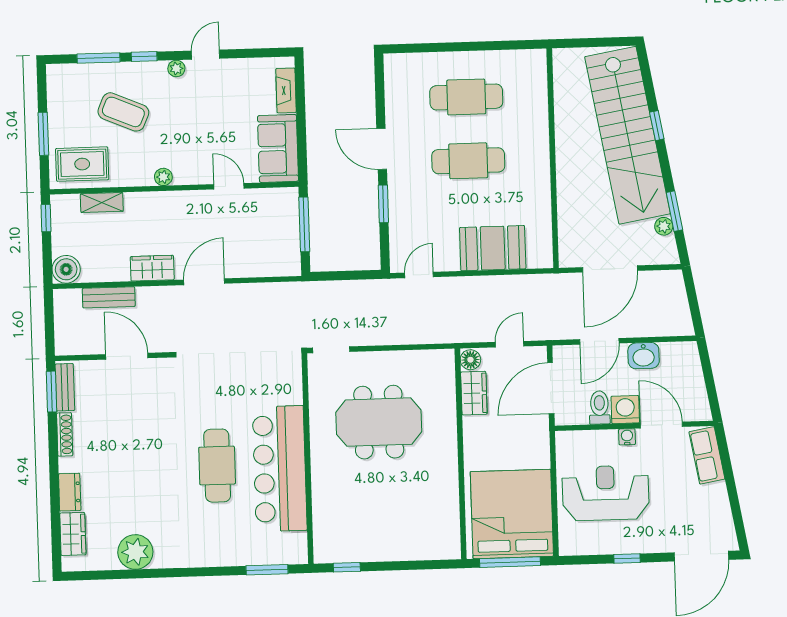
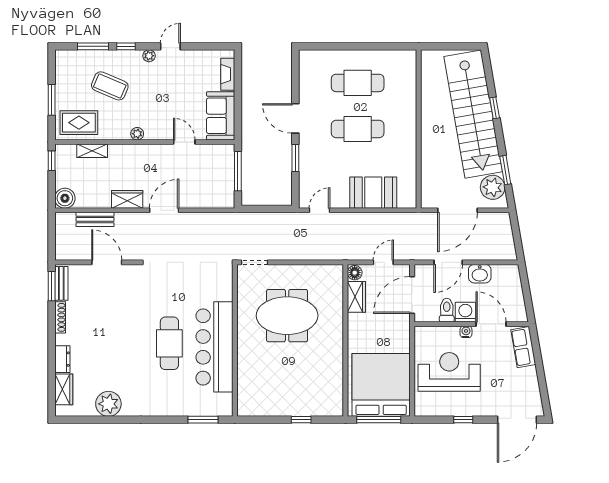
plant: (664, 226) -> (493, 187), width x1.88, depth x1.88
window: (347, 567) -> (301, 420), moved

